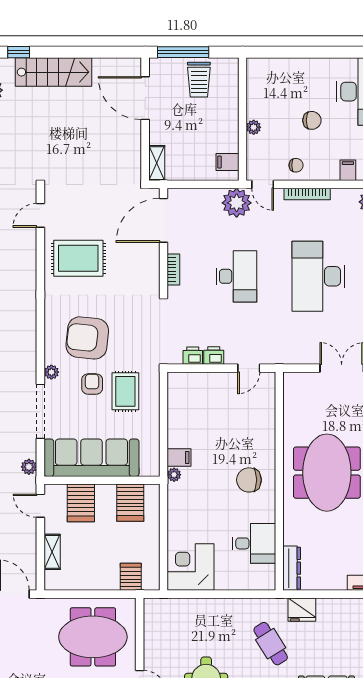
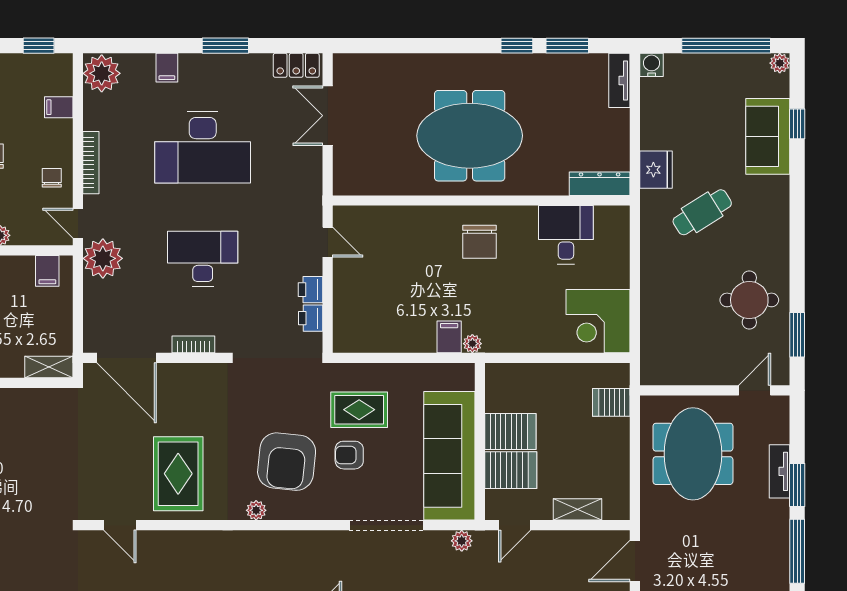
door: (263, 184) -> (78, 223), swing flipped
plant: (51, 372) -> (256, 510), moved
server rack: (130, 503) -> (510, 432), moved

